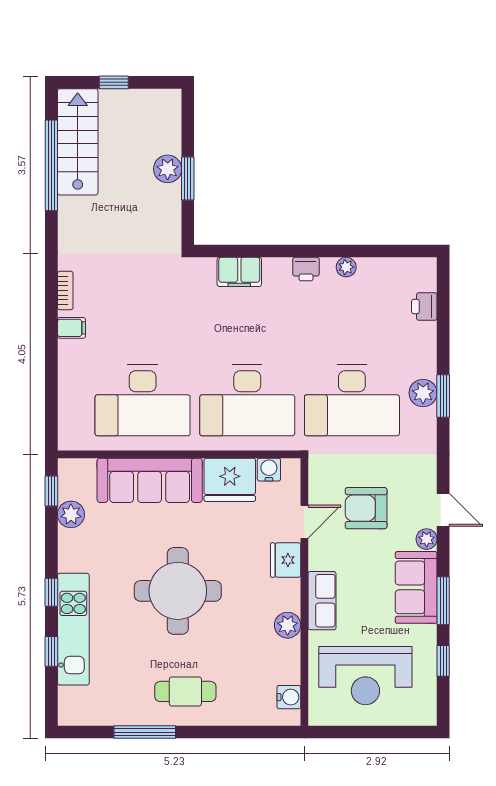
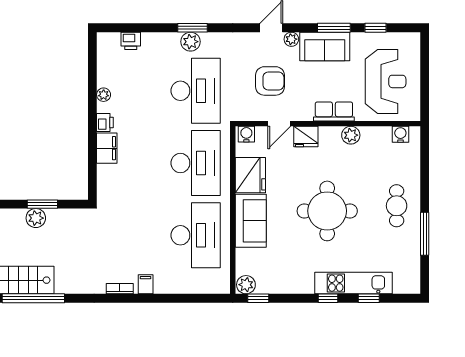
filing cabinet: (239, 272) -> (107, 148), moved
water cooler: (269, 470) -> (246, 134), moved, turned 90
sofa: (150, 480) -> (251, 221), width x0.73
armchair: (366, 508) -> (270, 81), turned -90
plant: (71, 514) -> (246, 285), moved
door: (304, 522) -> (279, 124), swing flipped

